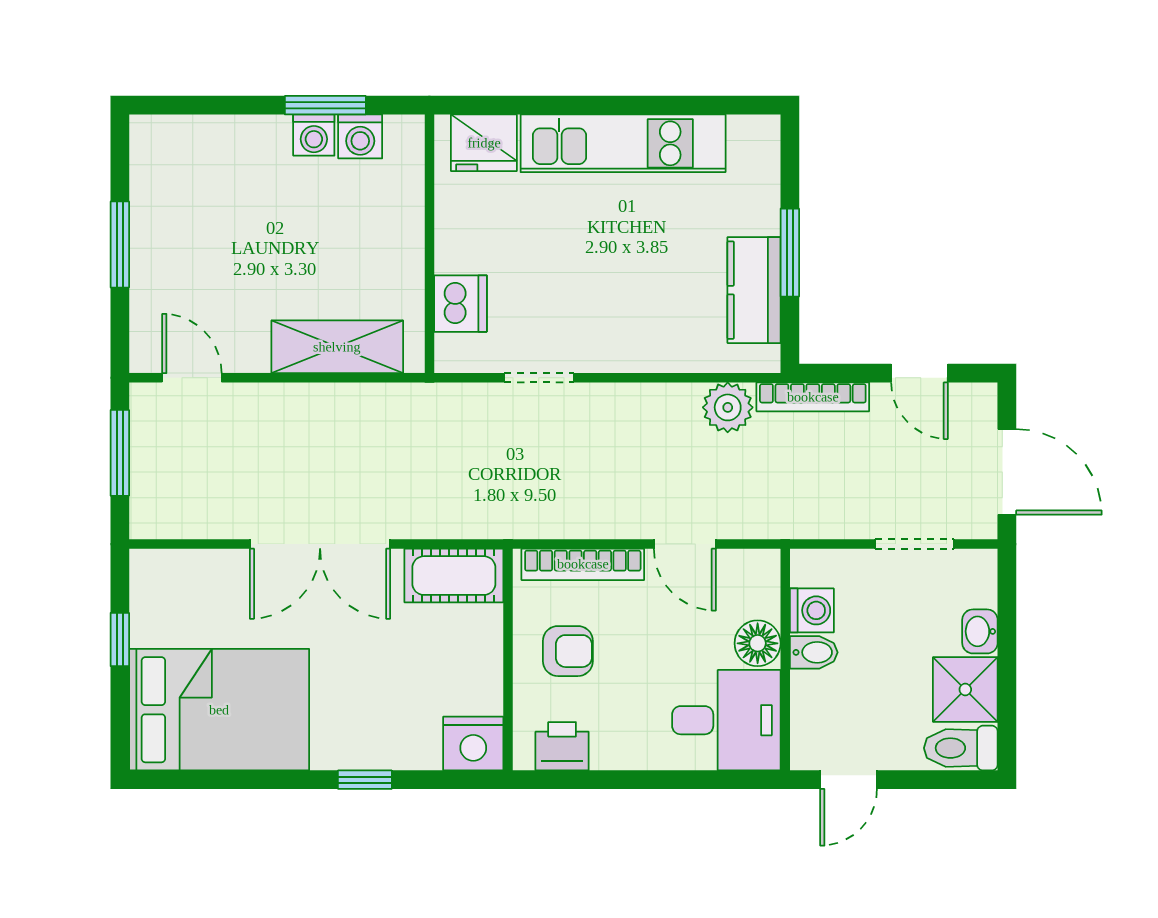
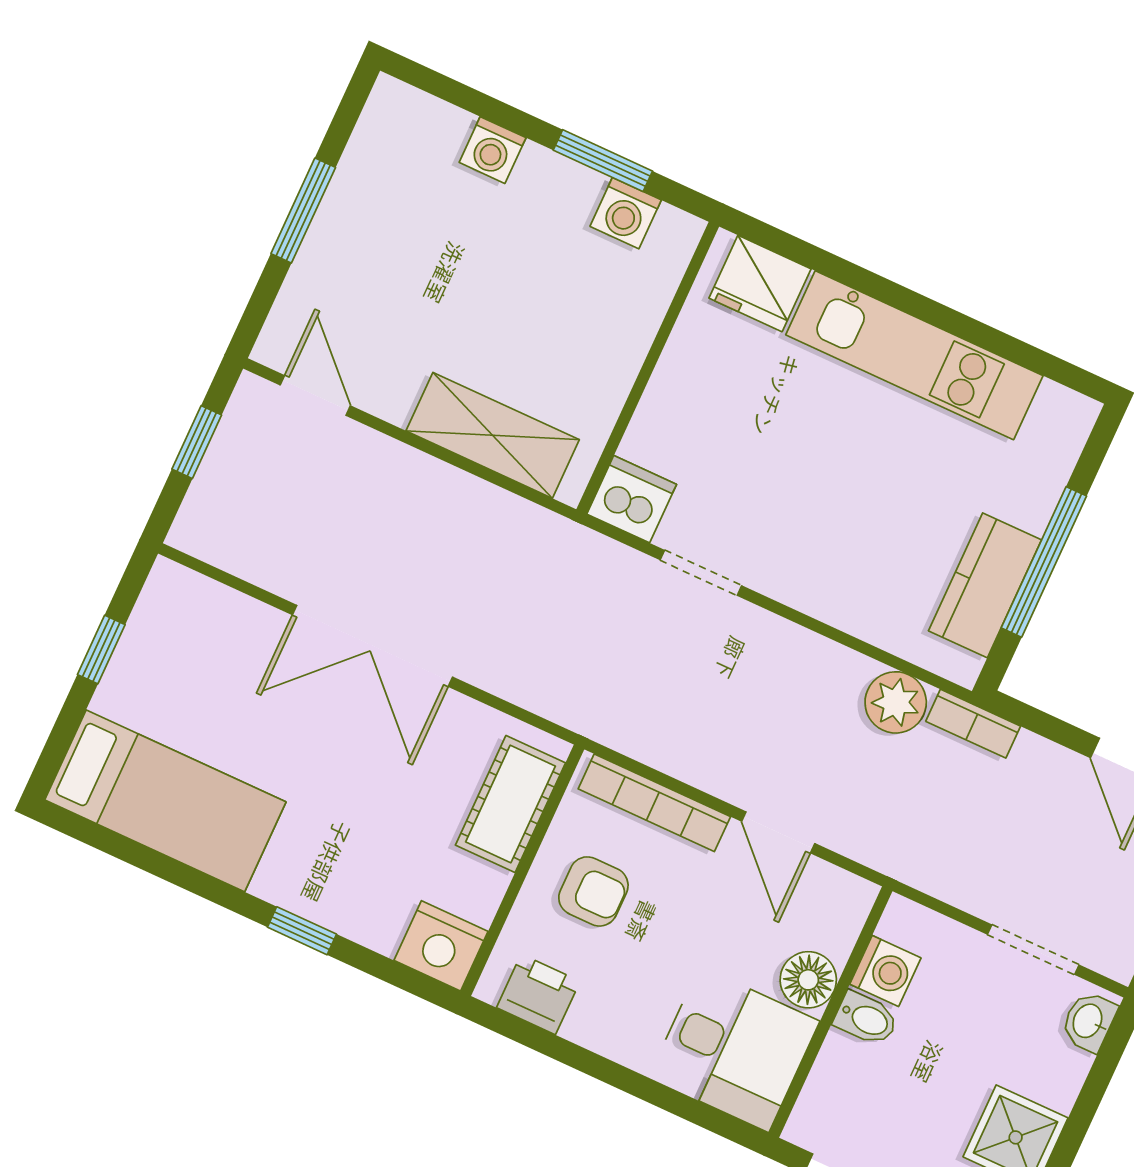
washing machine: (314, 135) -> (493, 150), moved
window: (790, 253) -> (1044, 562), width x1.44
dishwasher: (460, 304) -> (632, 499), moved, turned -90
bookcase: (813, 397) -> (973, 724), width x0.64
window: (120, 453) -> (197, 442), width x0.67
cot: (454, 576) -> (511, 804), moved, turned 90
washbasin: (980, 631) -> (1089, 1021), moved
bed: (219, 710) -> (165, 801), width x0.67

